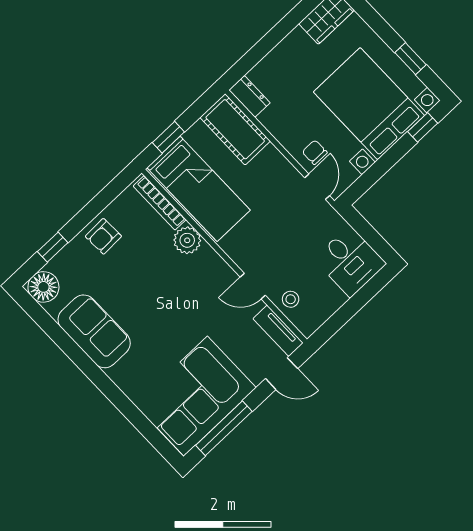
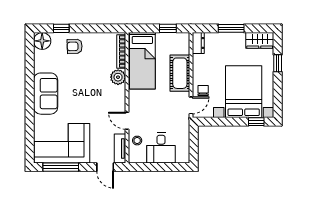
window: (274, 37) -> (231, 28), added
window: (410, 59) -> (278, 63), moved
cot: (235, 129) -> (180, 73), moved
window: (168, 137) -> (168, 28), moved
armchair: (103, 236) -> (75, 46), moved
desk: (350, 261) -> (161, 148), moved
sofa: (94, 331) -> (46, 94), moved

